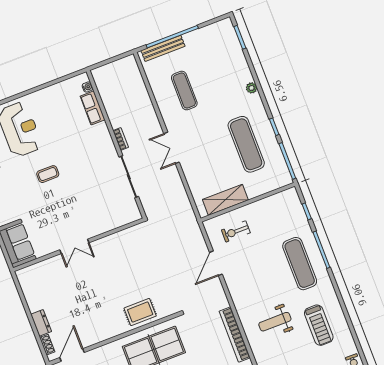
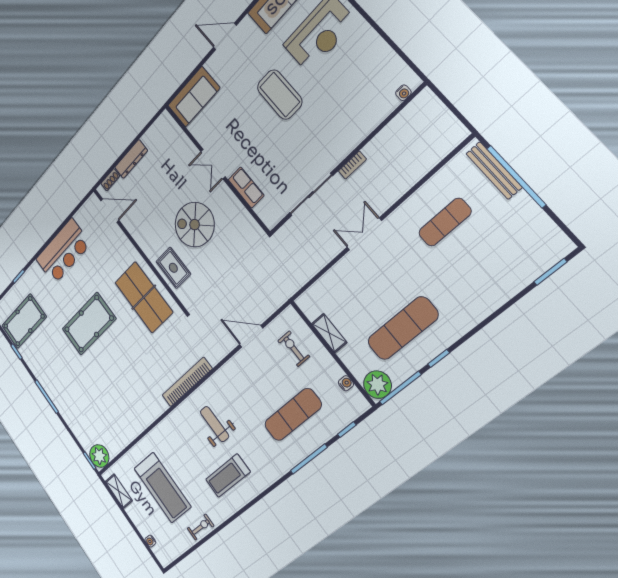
plant: (252, 88) -> (377, 385), moved, width x1.88, depth x1.88
row of seats: (93, 108) -> (246, 188), moved, turned 90
coffee table: (48, 174) -> (280, 95), width x1.86, depth x1.72
shelving: (225, 200) -> (329, 333), width x0.67, depth x0.75
water cooler: (273, 200) -> (346, 383), added
exercise mat: (300, 264) -> (293, 415), moved
spiral stairs: (114, 280) -> (195, 225), added
dresser: (41, 323) -> (131, 159), width x1.44

